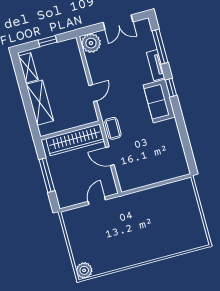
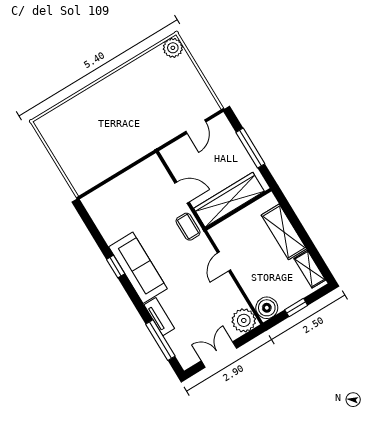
boiler: (70, 48) -> (267, 308), added
window: (171, 88) -> (116, 267), moved
sofa: (159, 101) -> (138, 268), width x1.36
door: (97, 201) -> (196, 127), moved

